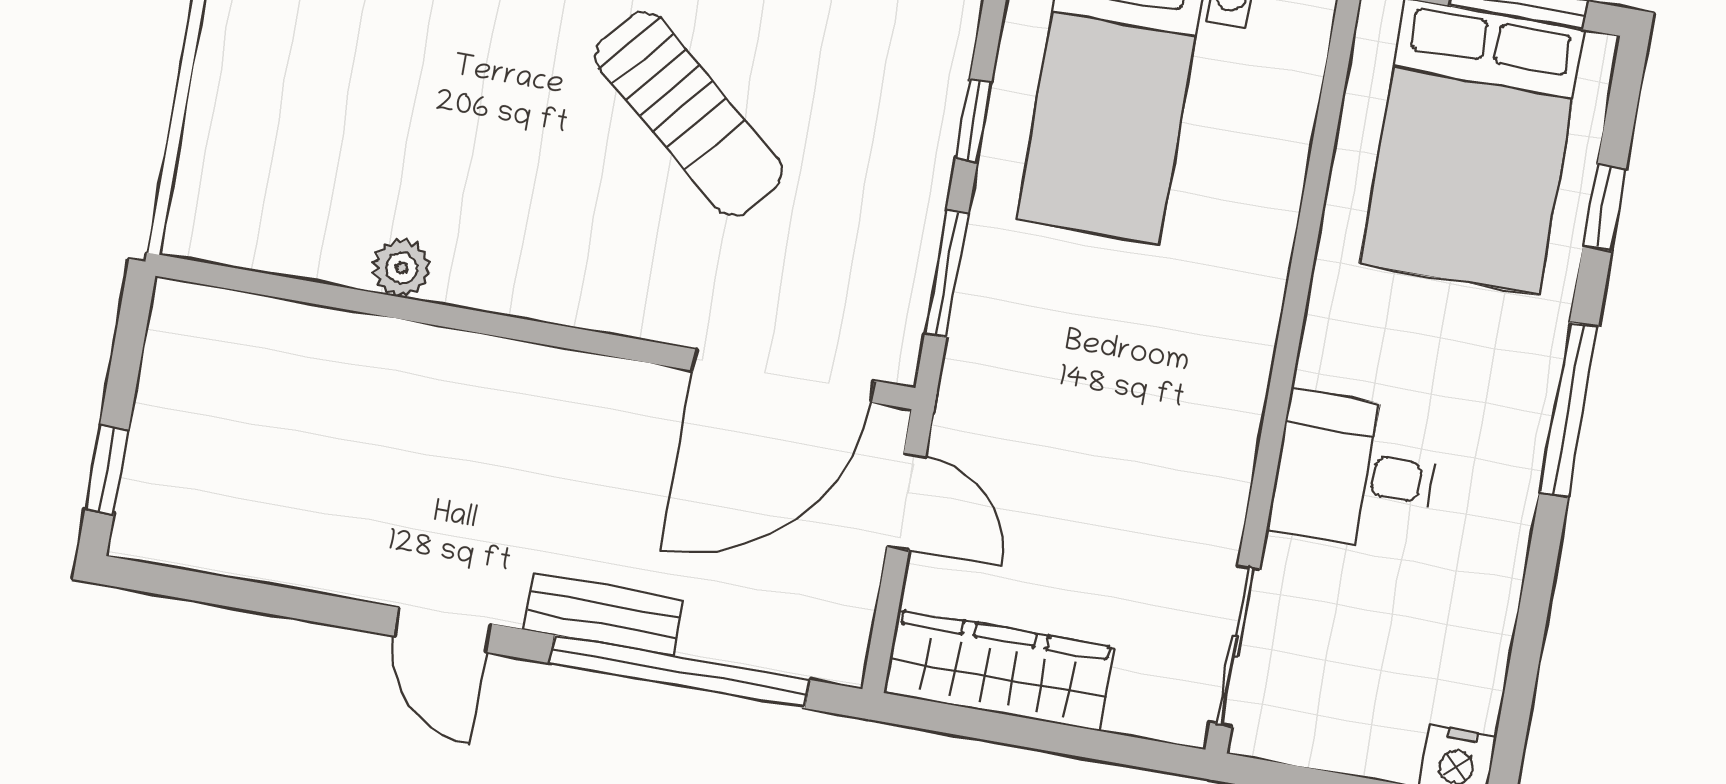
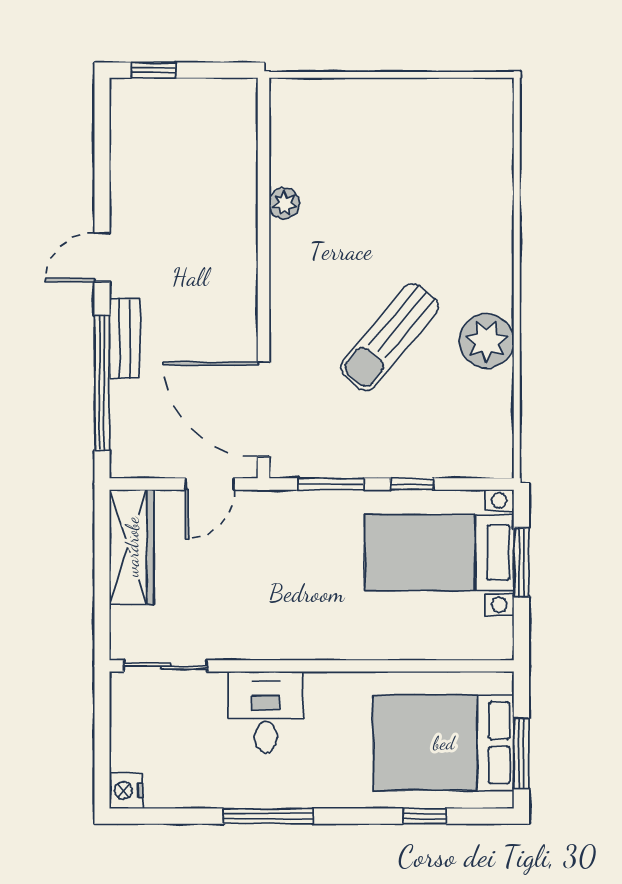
window: (1569, 410) -> (268, 816), moved

